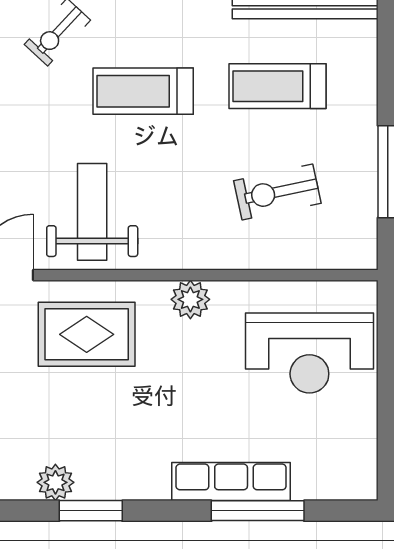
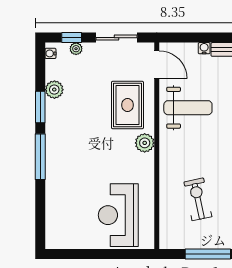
plant: (190, 299) -> (145, 143), moved
row of seats: (231, 482) -> (55, 176), removed
window: (258, 511) -> (40, 157), moved

